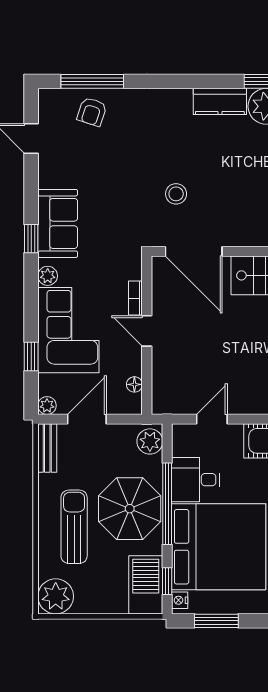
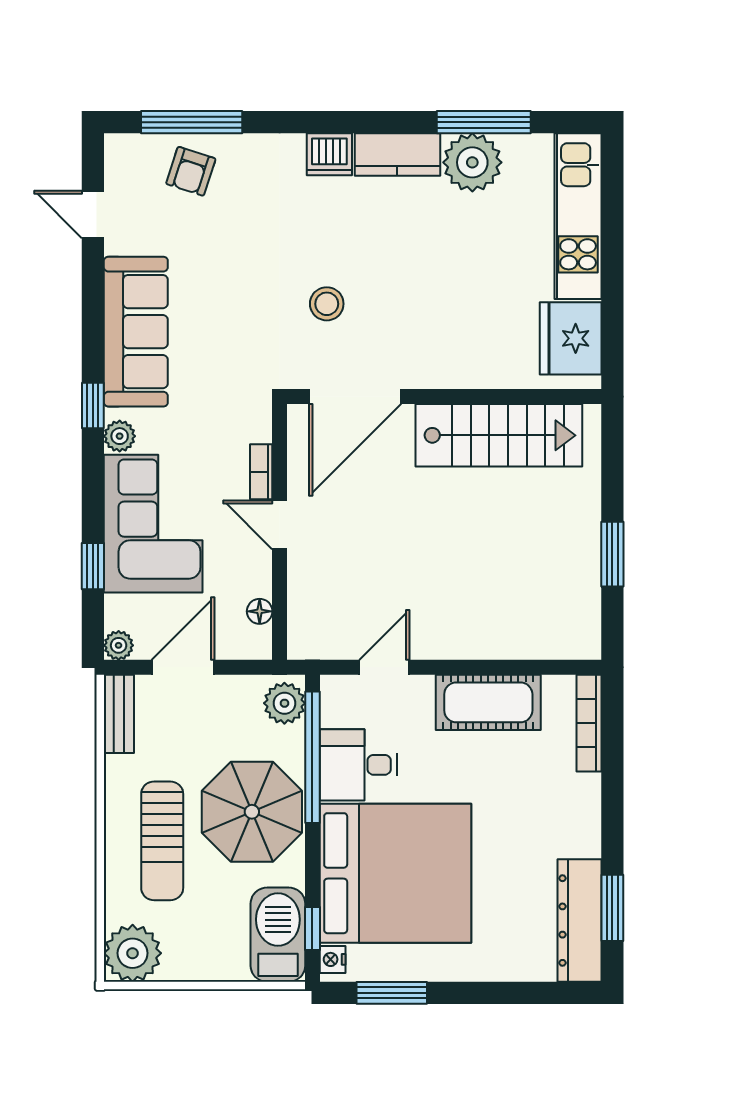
dishwasher: (178, 101) -> (329, 154), added
sofa: (58, 223) -> (136, 332), width x1.36
window: (31, 239) -> (93, 405), moved
door: (194, 251) -> (355, 397), hinge flipped
window: (167, 504) -> (312, 757), moved
sun lounger: (74, 527) -> (162, 841), turned 180

